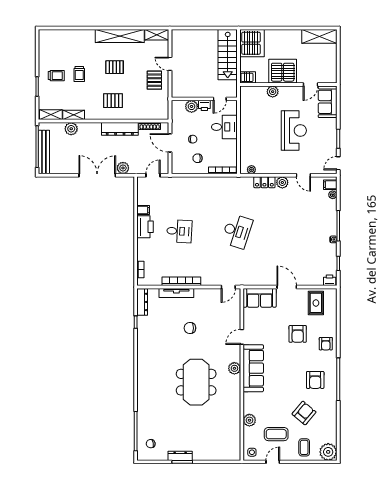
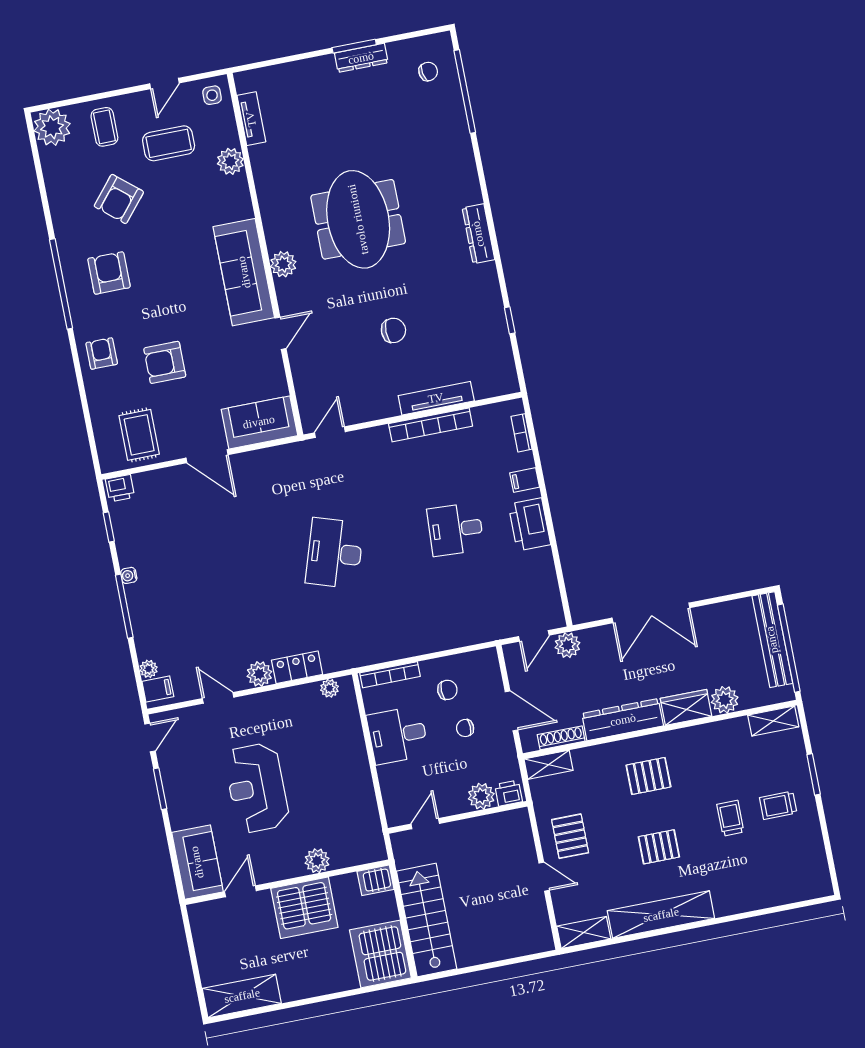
printer: (204, 105) -> (509, 793), moved
shelving: (74, 115) -> (548, 765), moved
desk: (224, 127) -> (398, 735), moved
wardrobe: (90, 129) -> (686, 707), added
plant: (123, 168) -> (567, 645), moved
filing cabinet: (143, 210) -> (525, 480), moved
dresser: (142, 302) -> (478, 234), moved
armchair: (298, 334) -> (165, 362), turned -90
tv unit: (236, 438) -> (251, 119), added

